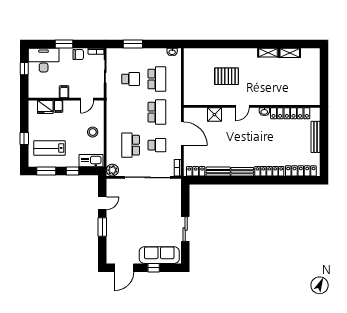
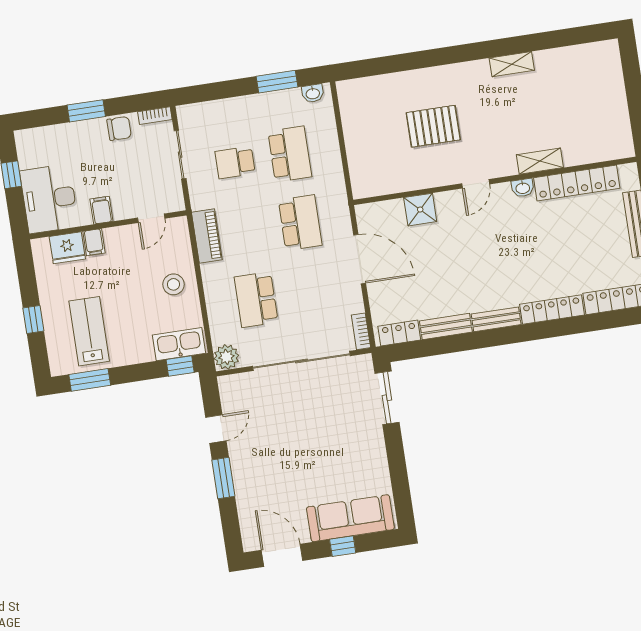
window: (133, 44) -> (277, 82), moved
shelving: (290, 53) -> (540, 161), moved
desk: (44, 60) -> (49, 199), moved, turned -90
school desk: (131, 79) -> (235, 162), turned 180
piano: (112, 112) -> (207, 236), added
school desk: (157, 145) -> (311, 291), removed
lab bench: (50, 148) -> (89, 331), turned 90
window: (73, 171) -> (180, 366), moved
sliding door: (185, 229) -> (387, 398), moved
door: (124, 268) -> (282, 555), swing flipped

